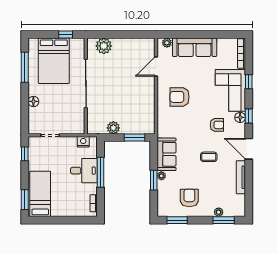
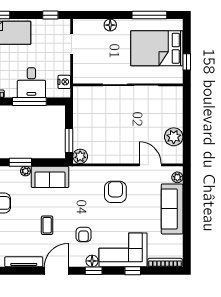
plant: (104, 46) -> (174, 137), moved
plant: (113, 128) -> (80, 156), moved

